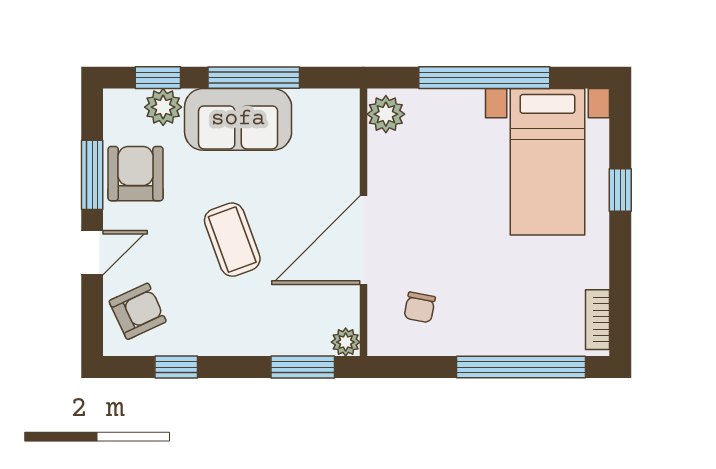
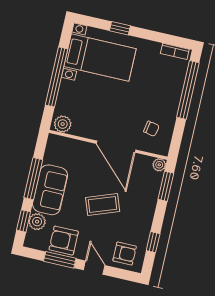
armchair: (138, 311) -> (125, 254), turned 115

